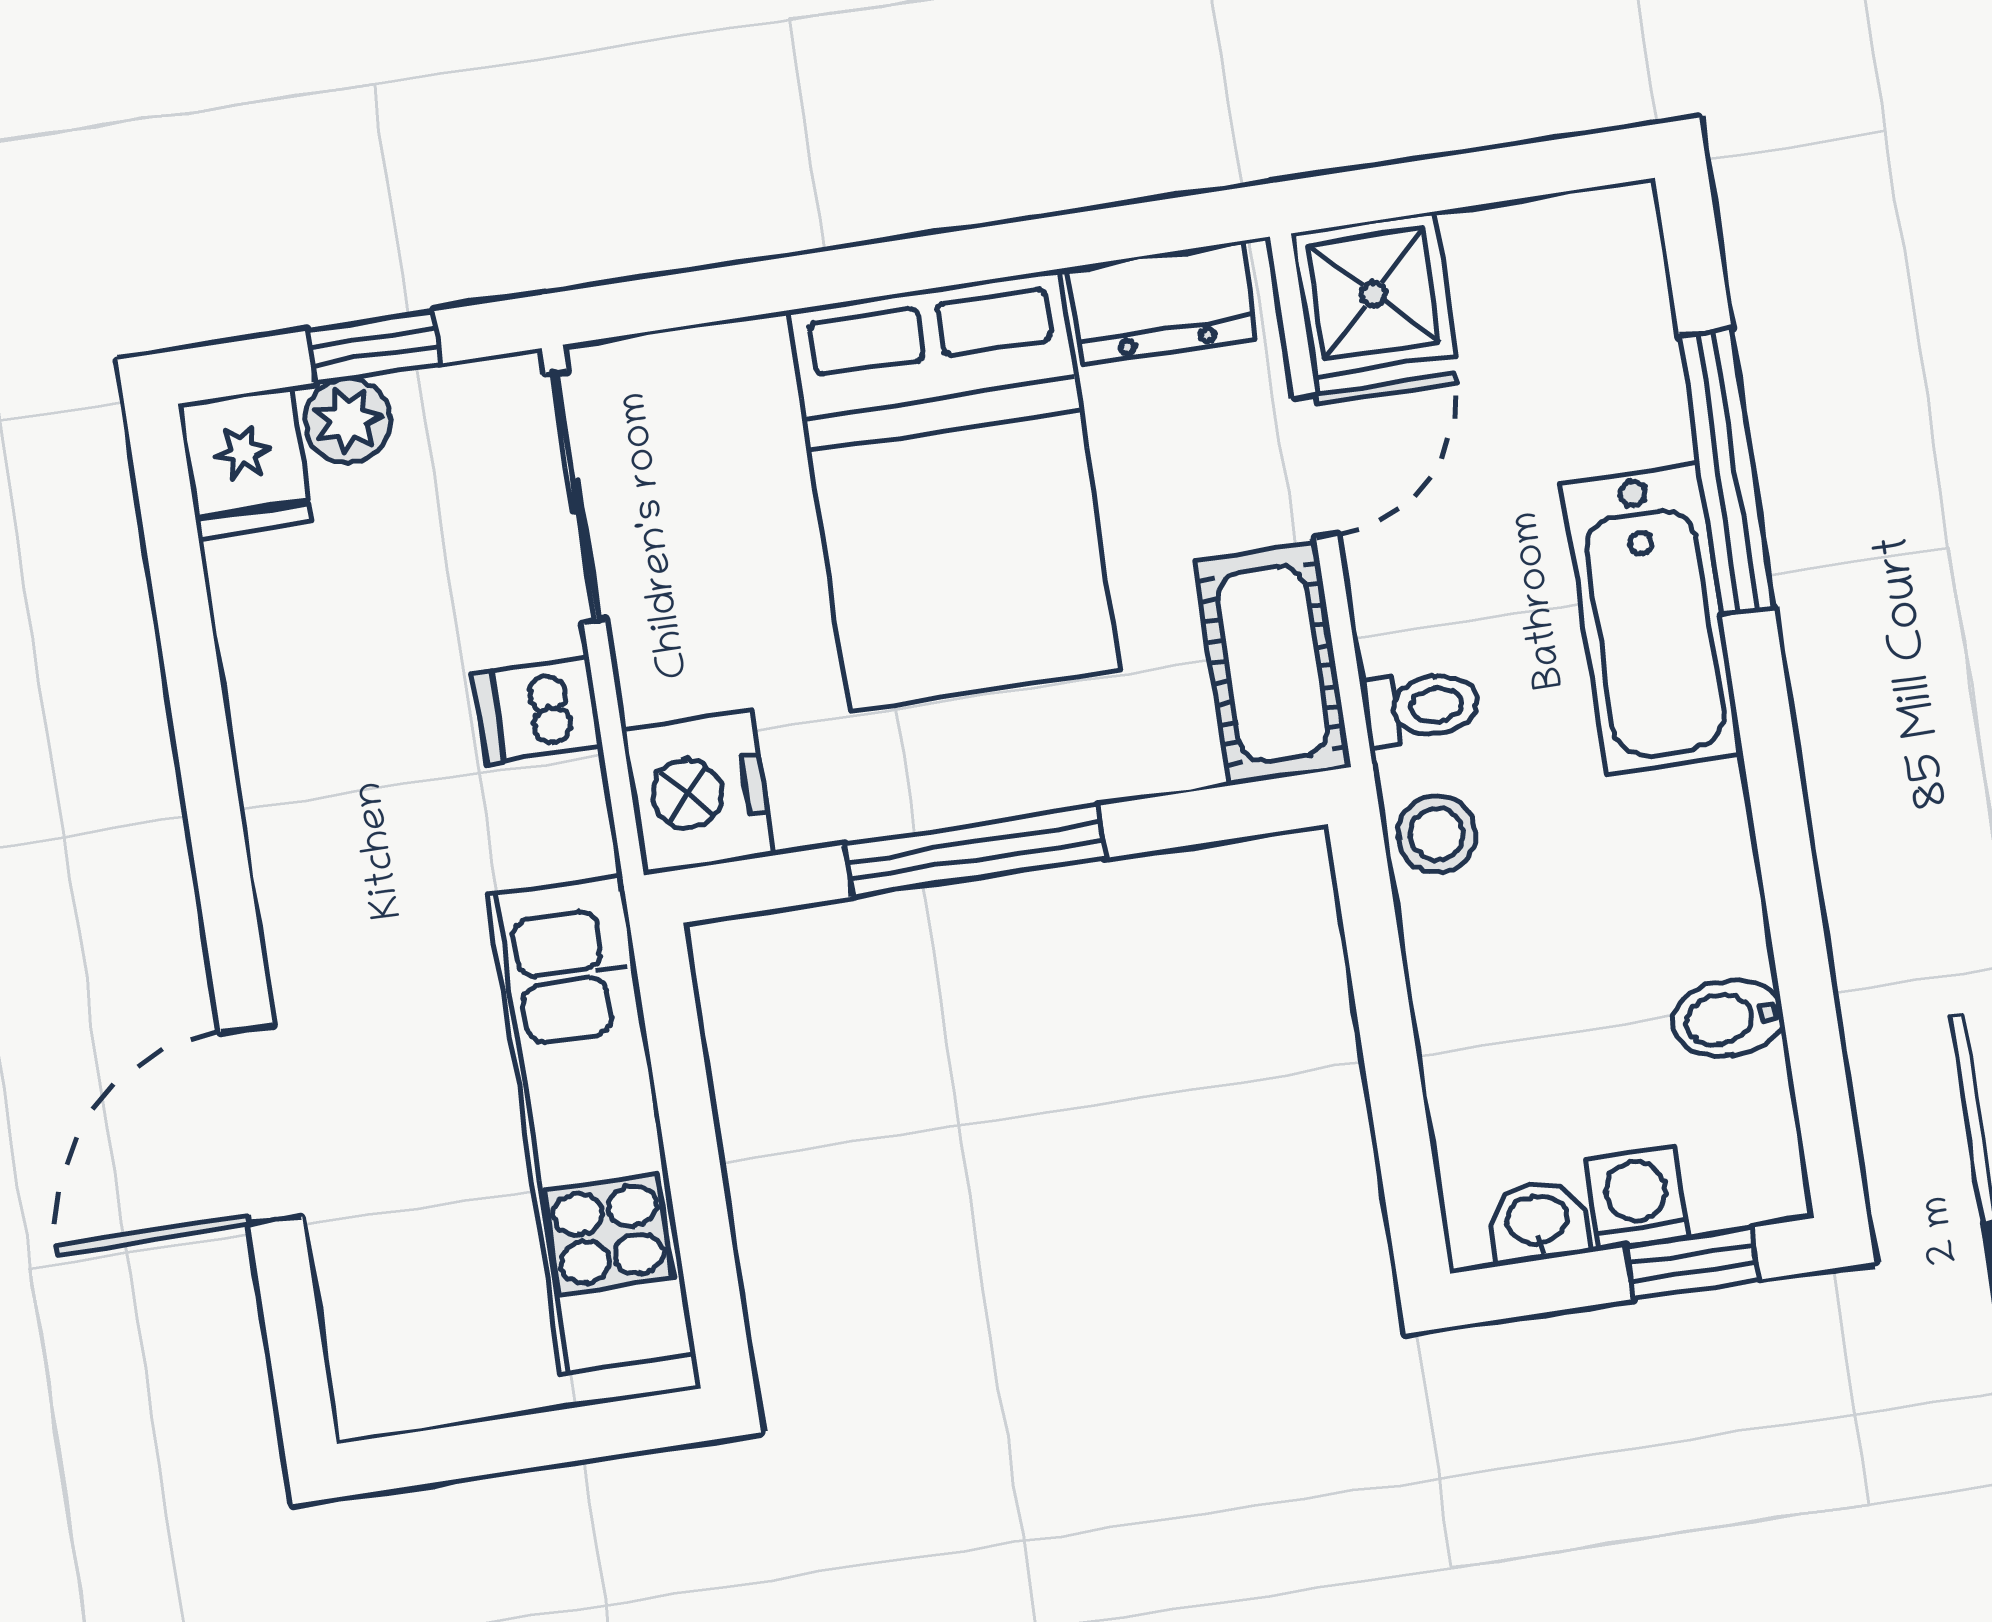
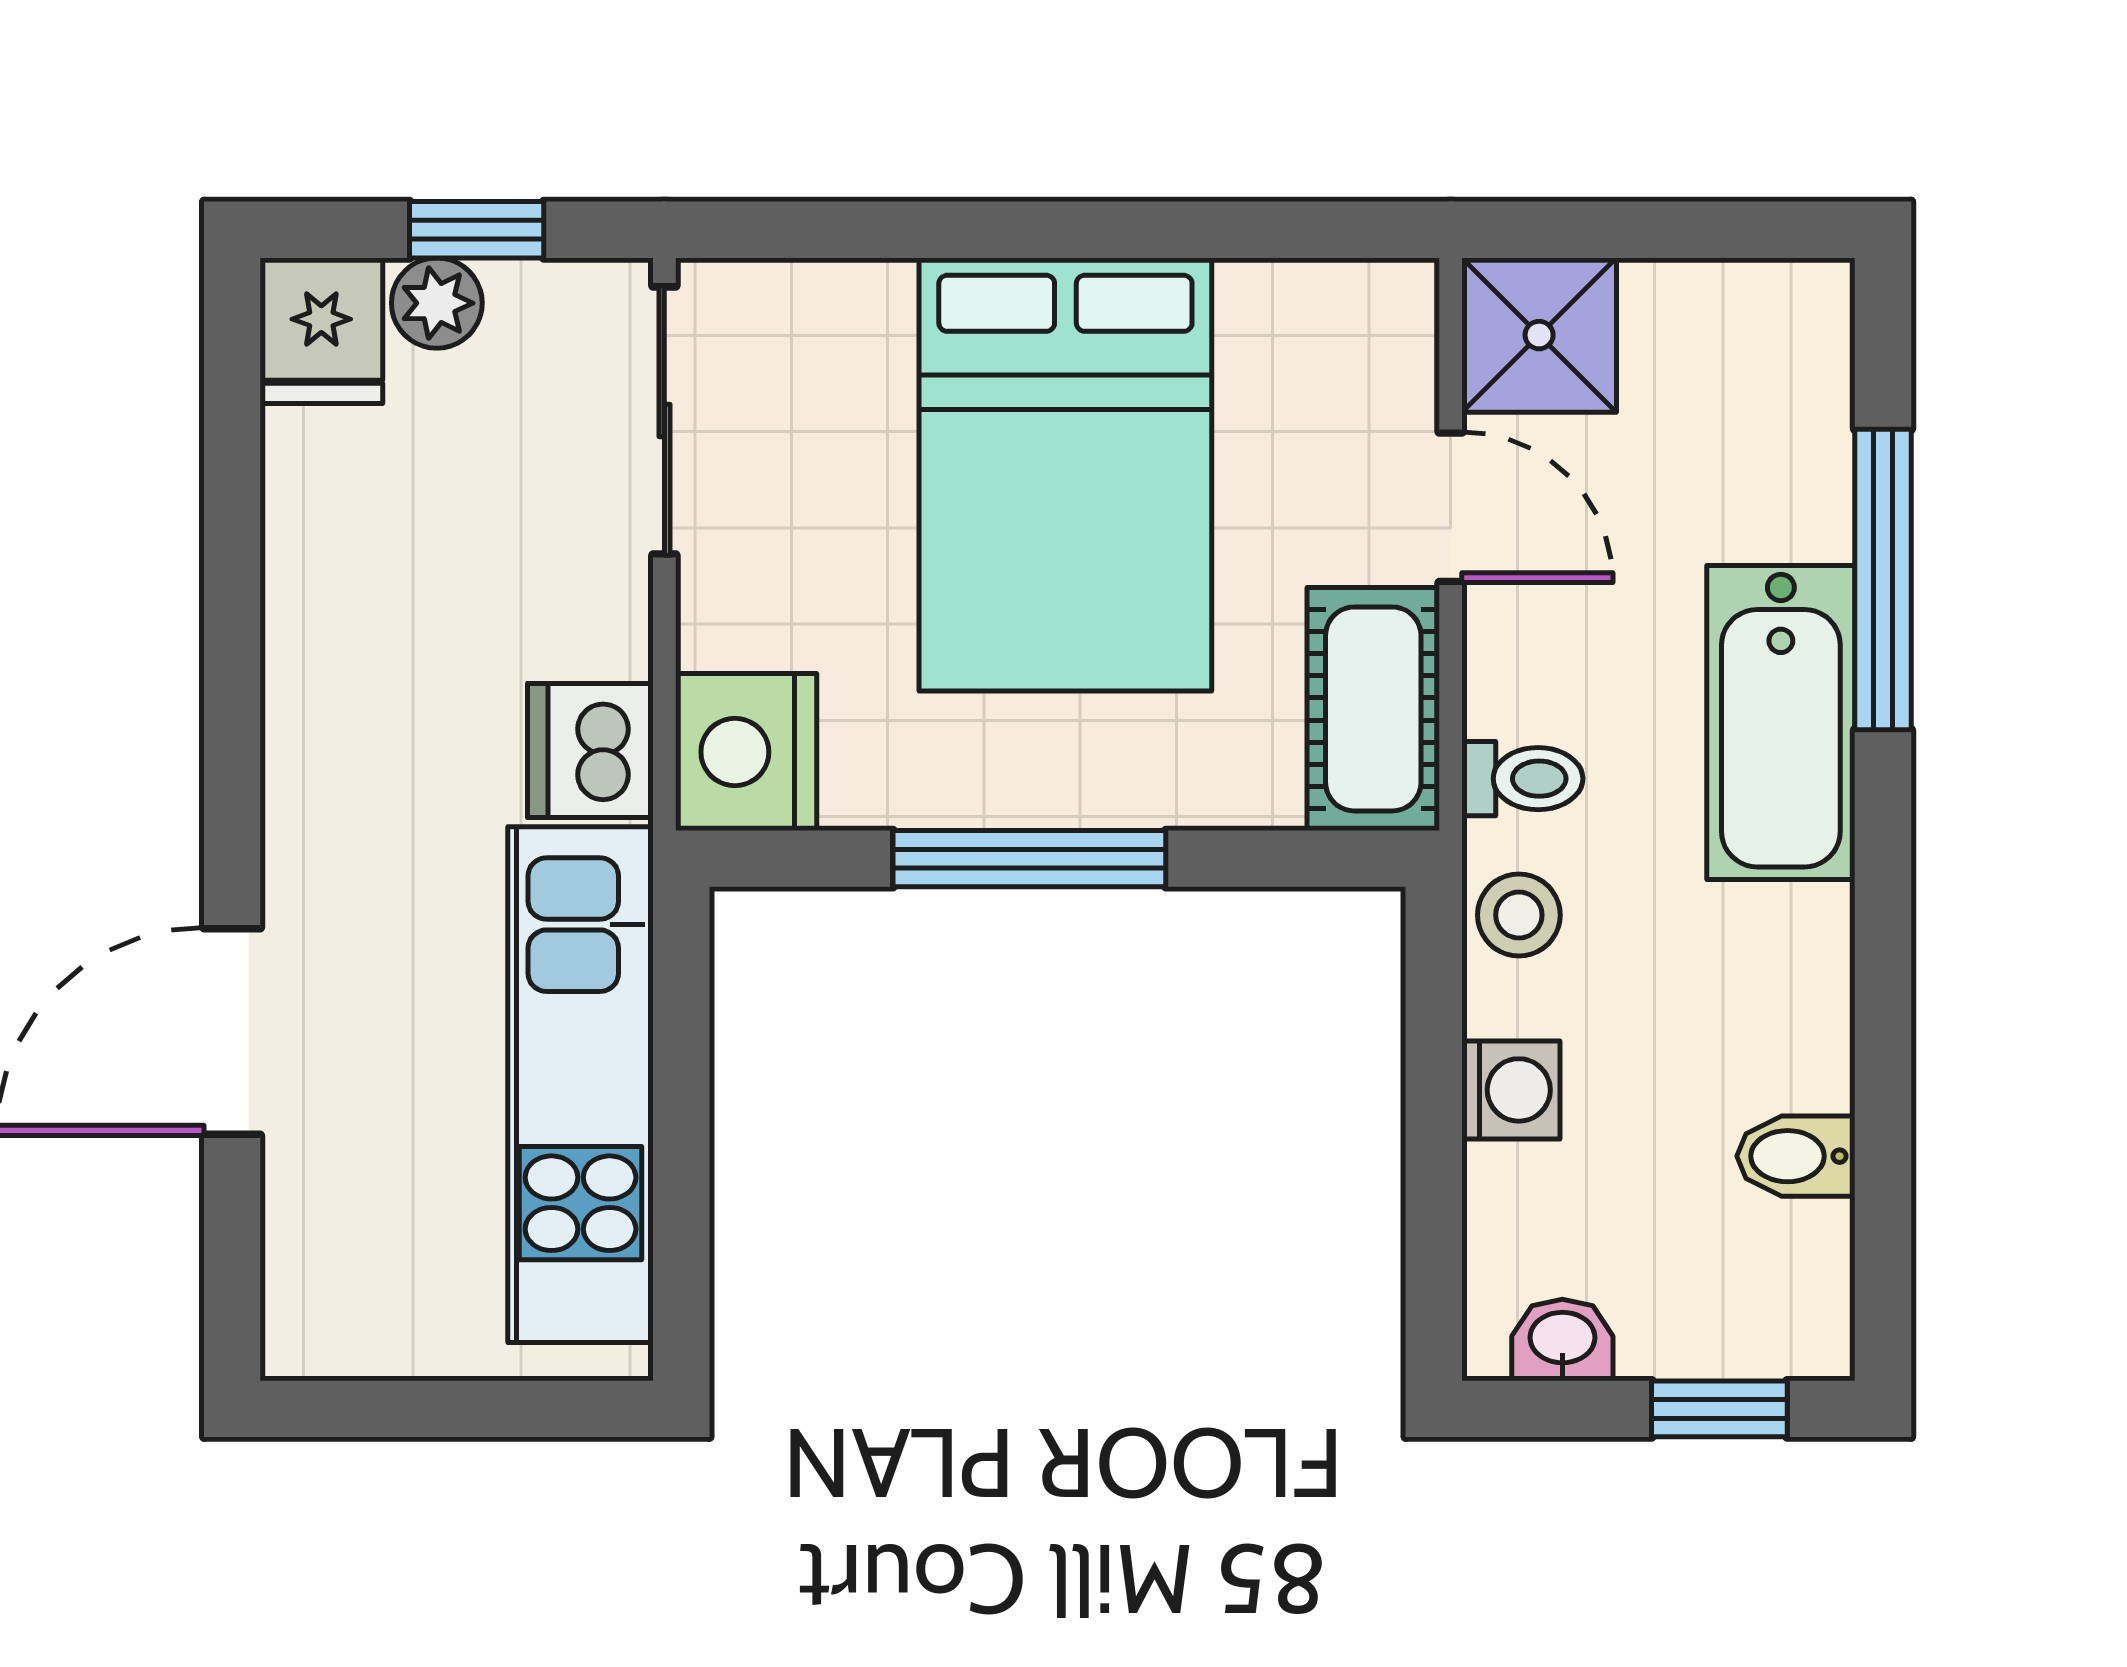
dresser: (1162, 303) -> (1314, 310), removed
door: (1316, 466) -> (1451, 507), hinge flipped
dishwasher: (538, 710) -> (590, 751), moved, width x1.38
washing machine: (1637, 1199) -> (1511, 1090), moved, turned 90

